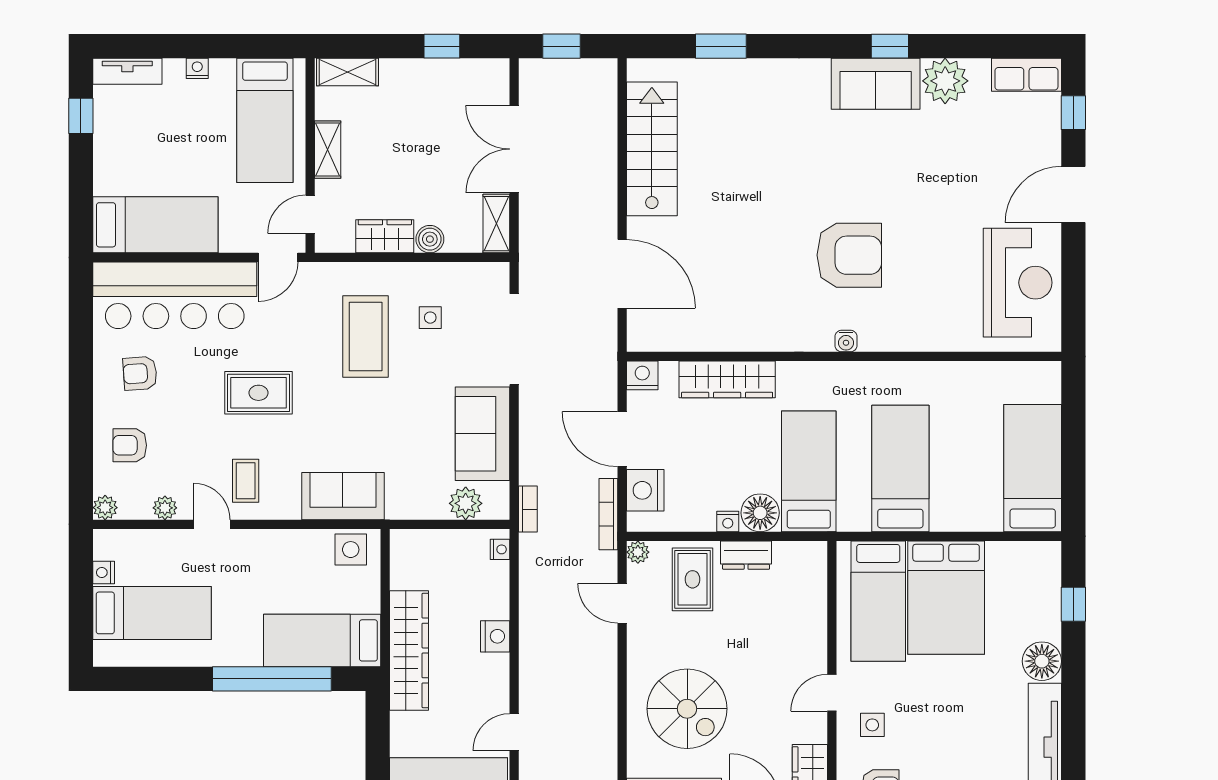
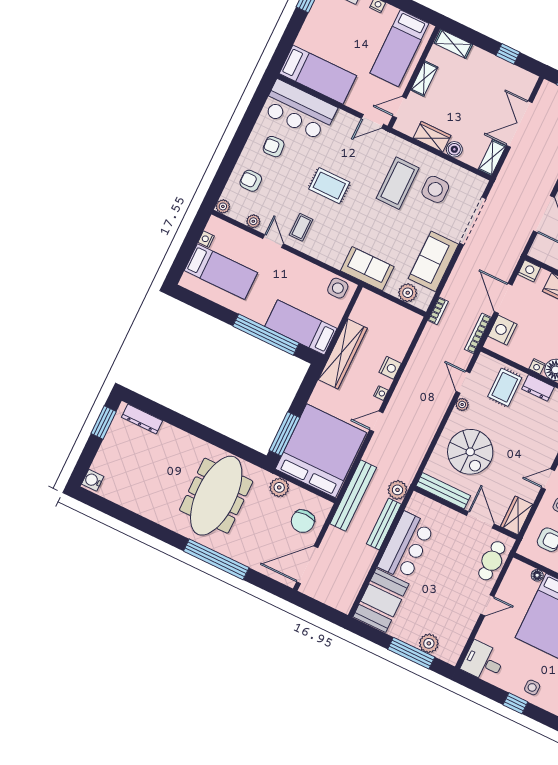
bar counter: (175, 295) -> (299, 110), width x0.73
side table: (430, 318) -> (435, 189), width x1.87, depth x1.87
sofa: (343, 496) -> (367, 269), moved
nightstand: (500, 549) -> (381, 393), moved
plant: (638, 552) -> (462, 405), moved

